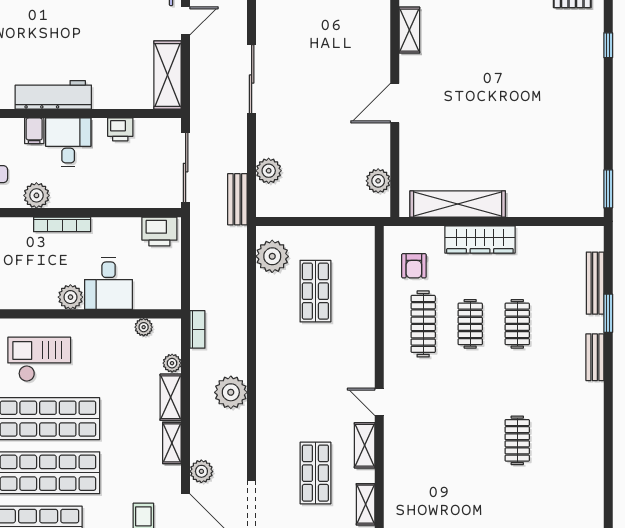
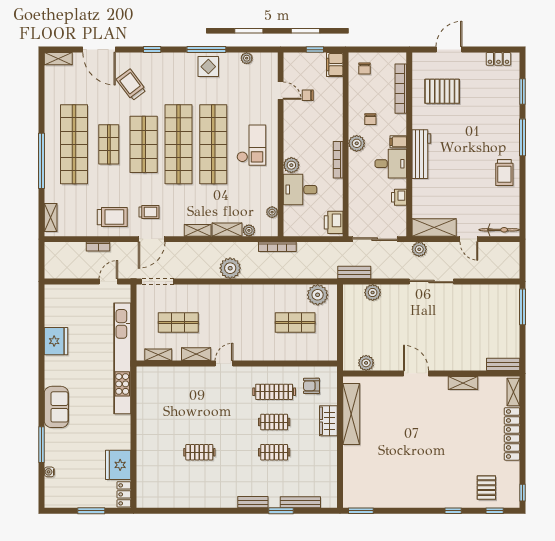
wardrobe: (480, 239) -> (328, 421), width x0.67
bookcase: (197, 329) -> (277, 247), width x1.56
plant: (201, 471) -> (419, 249), moved

